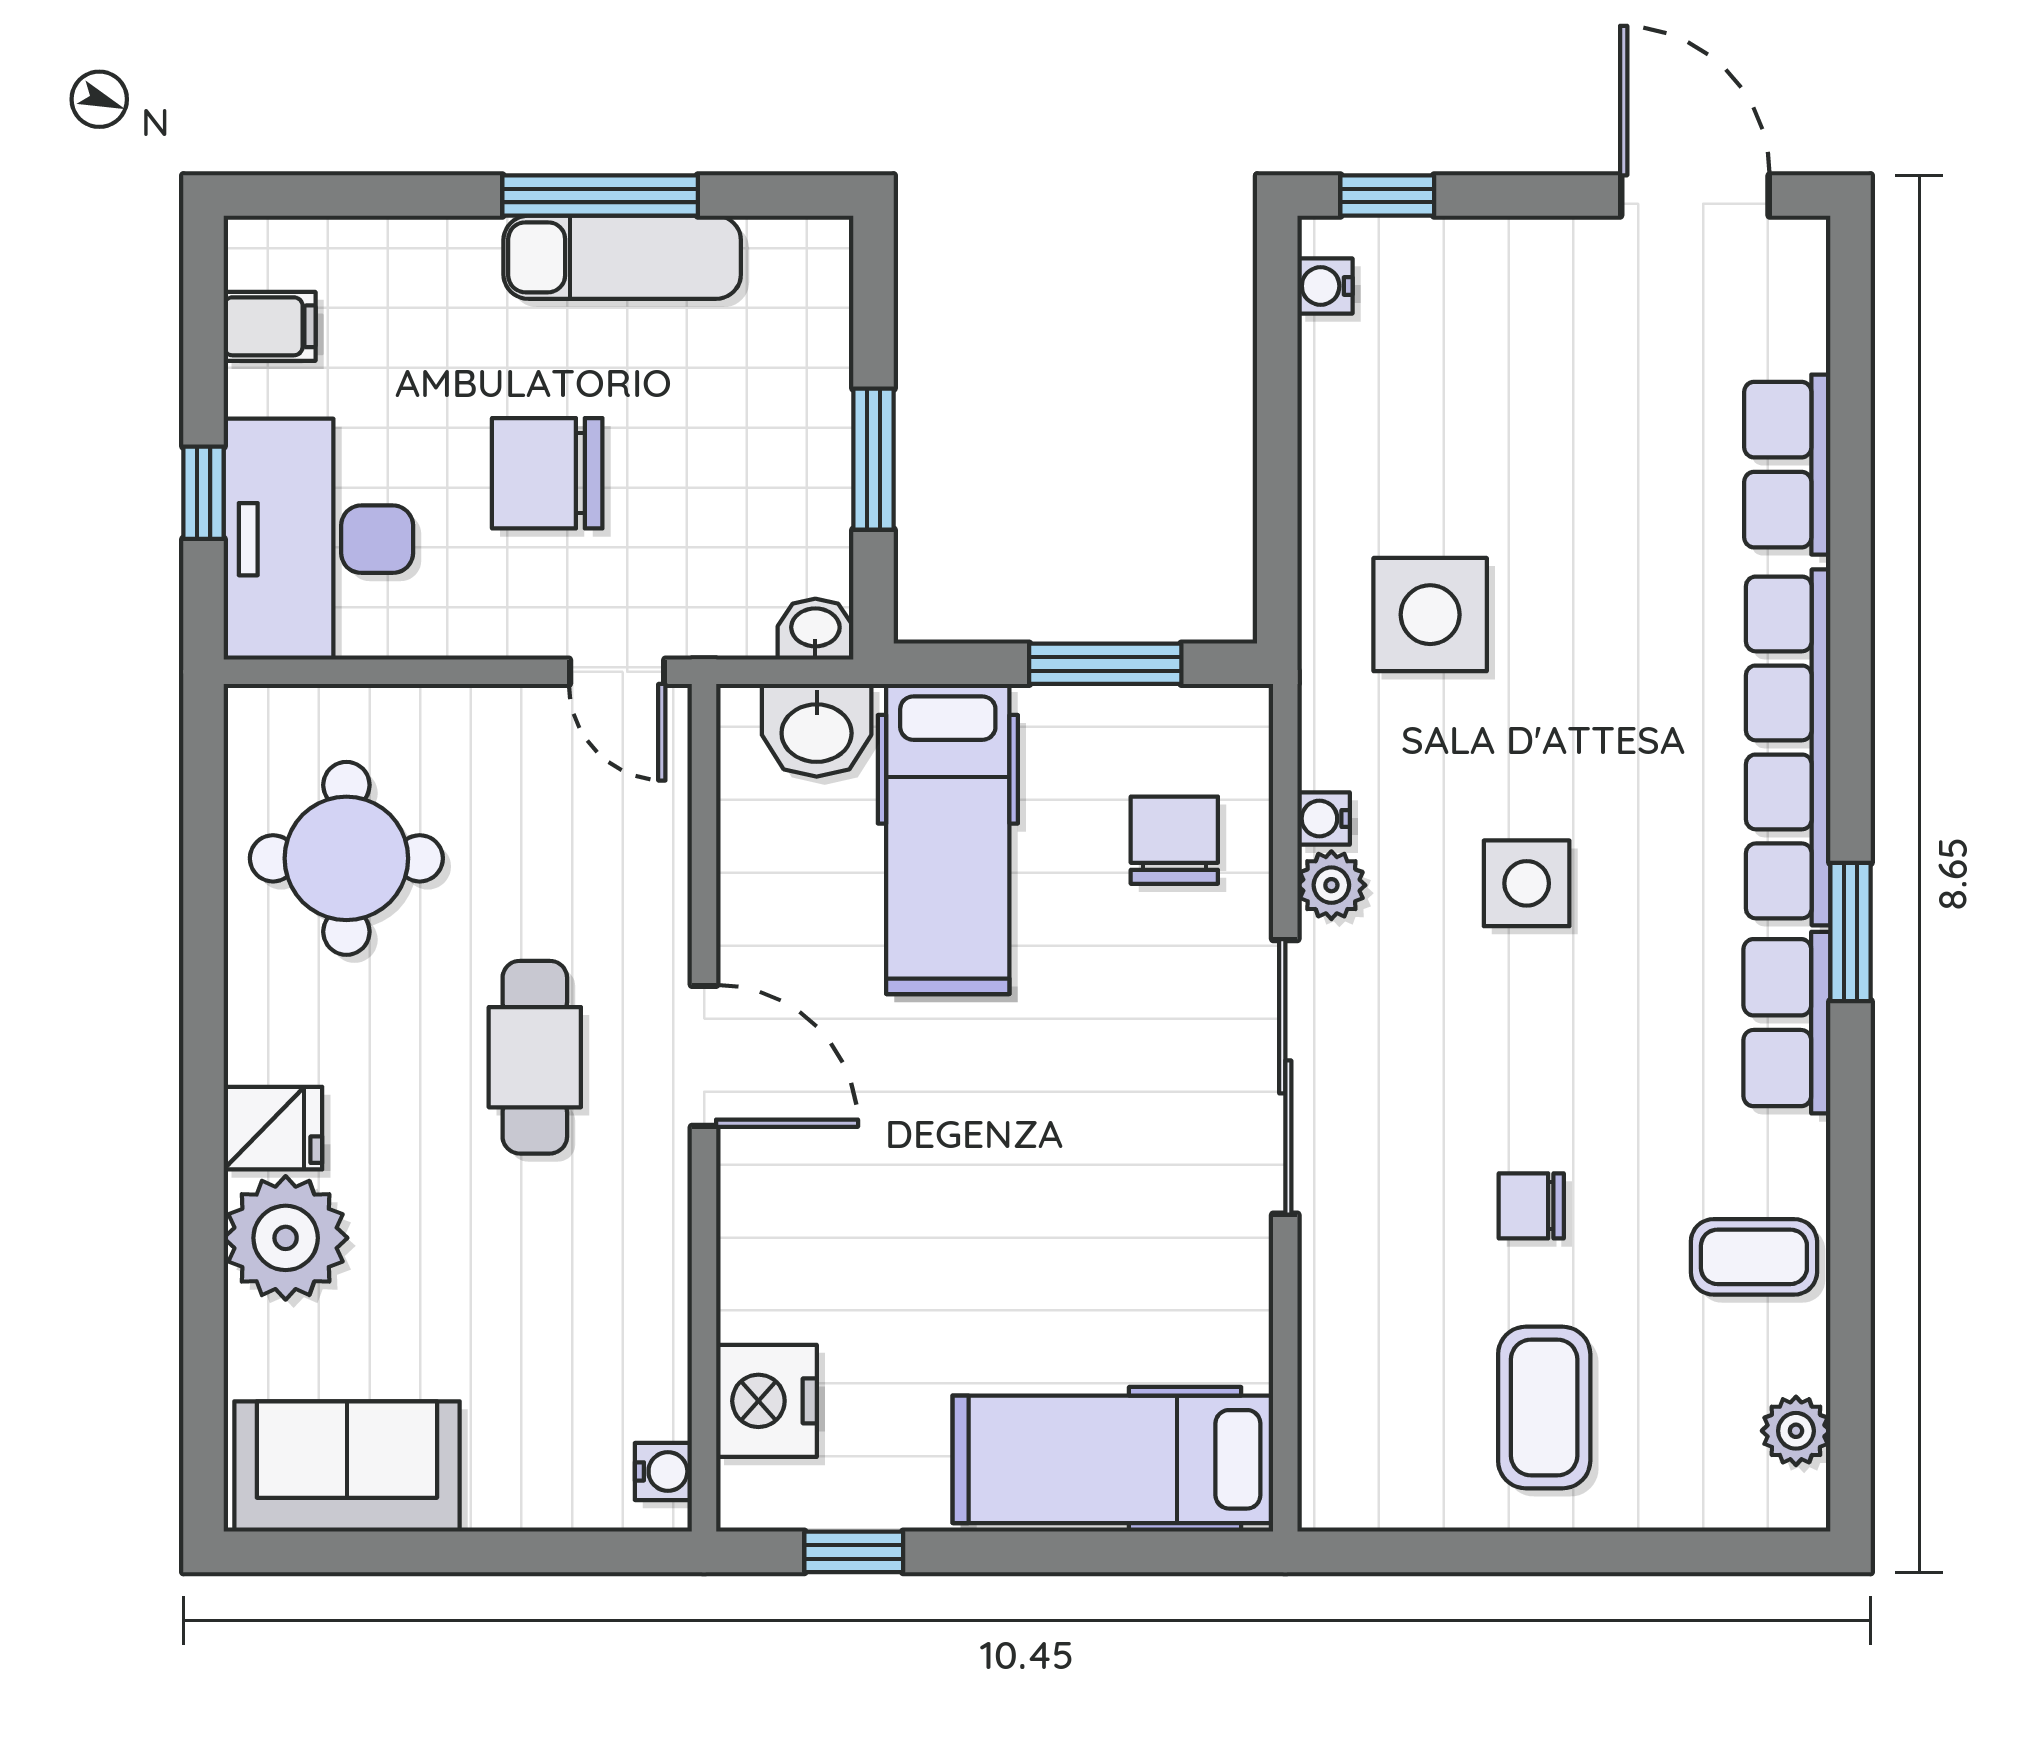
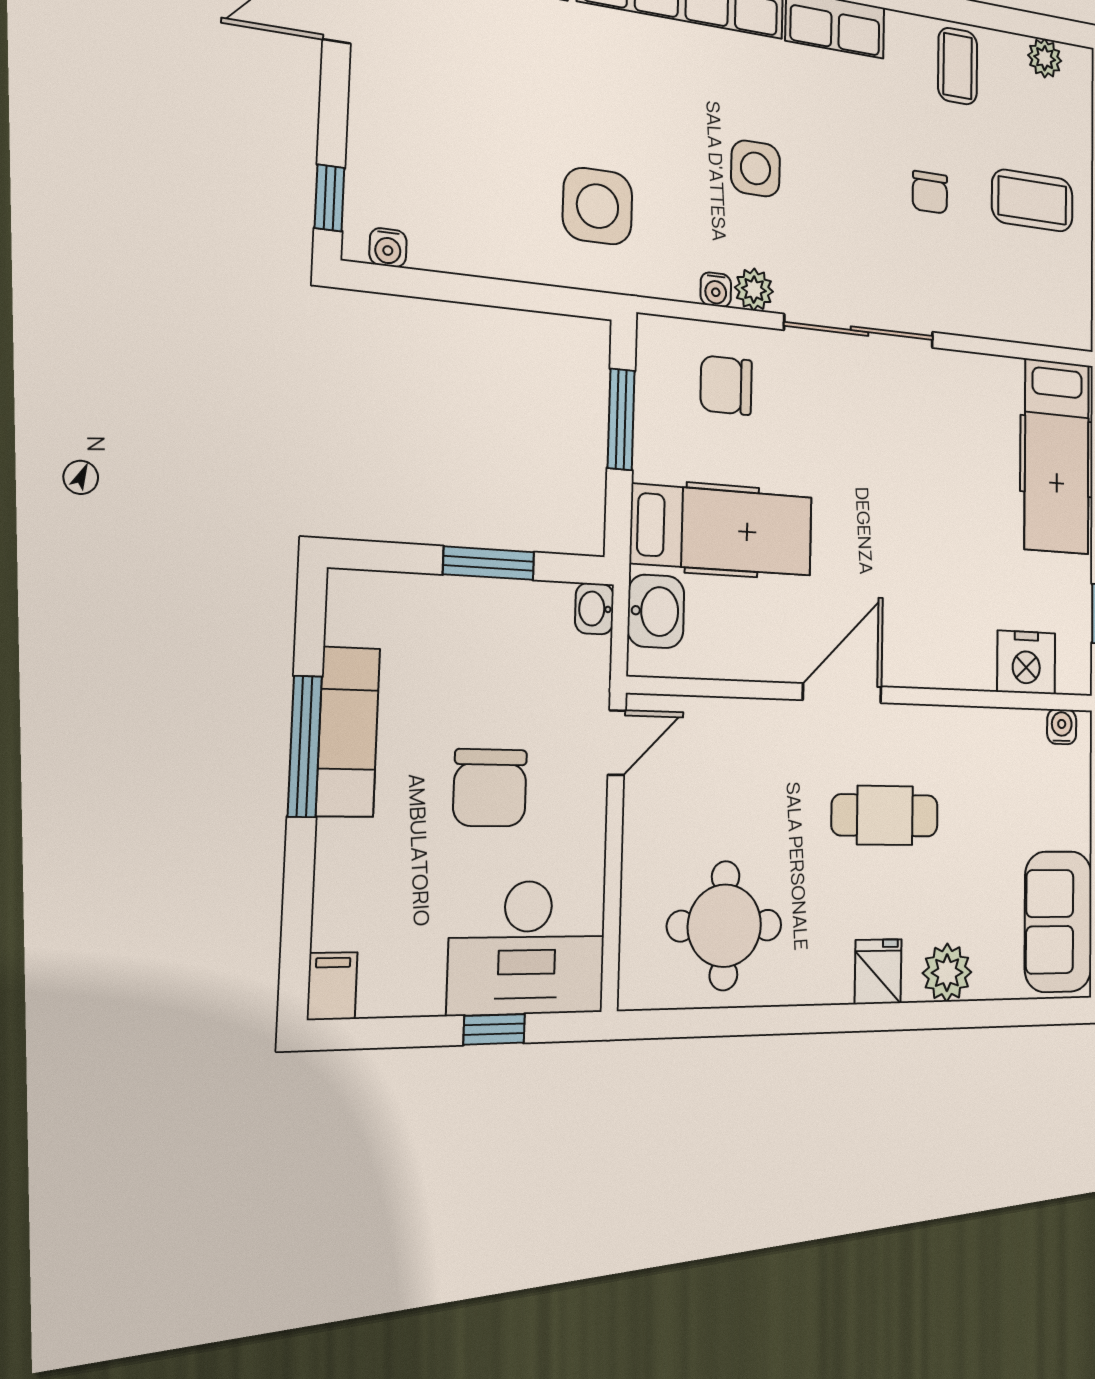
filing cabinet: (270, 326) -> (332, 986), moved
cafe table: (535, 1057) -> (885, 815), moved
plant: (286, 1238) -> (947, 973), width x0.73, depth x0.73

